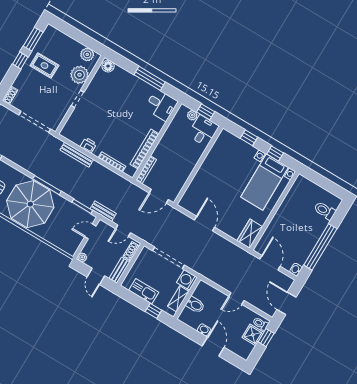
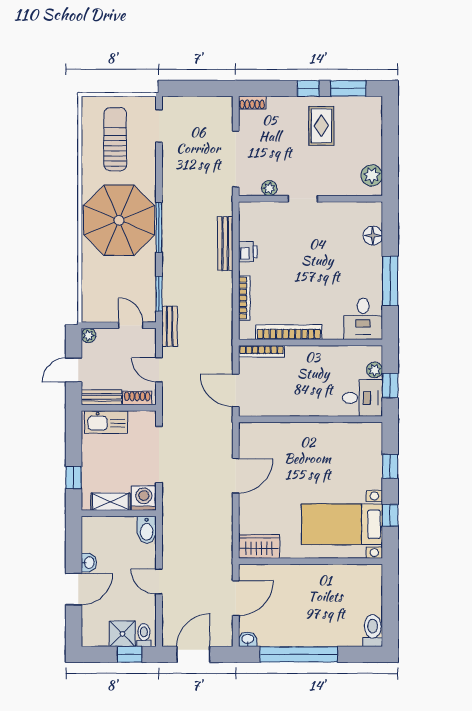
floor lamp: (108, 66) -> (373, 236), moved
plant: (79, 75) -> (269, 188), moved, width x0.53, depth x0.53
toilet: (325, 211) -> (373, 631), moved
kitchen sink: (144, 291) -> (106, 422), moved, turned 90
bidet: (195, 305) -> (147, 530), moved

